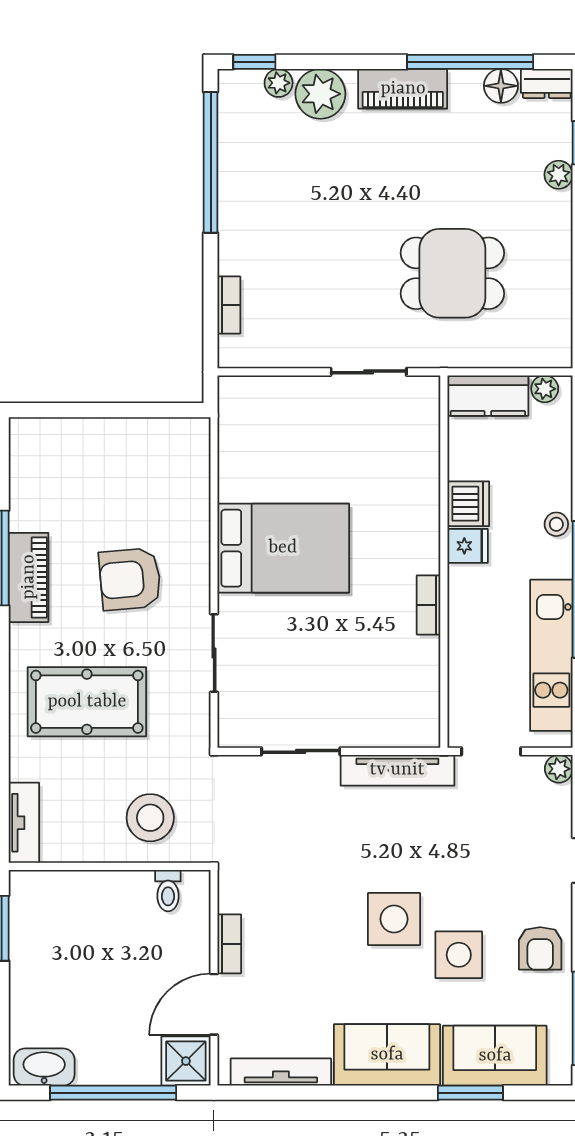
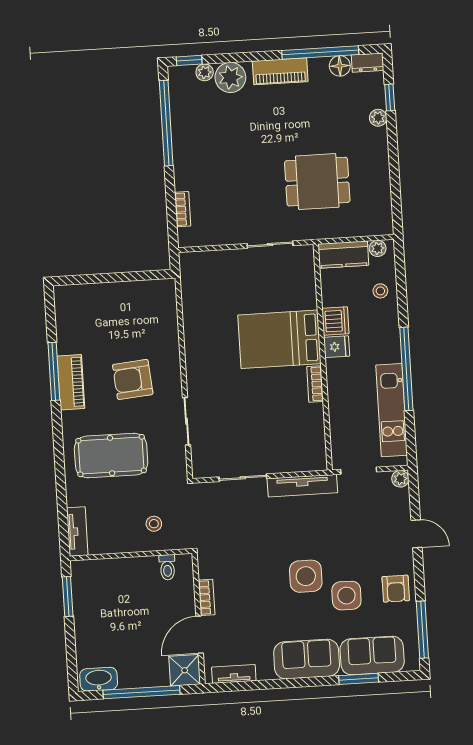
stool: (556, 524) -> (380, 291), moved
bed: (283, 548) -> (279, 339), moved, turned 180
stool: (150, 818) -> (154, 524), width x0.53, depth x0.53
tv unit: (281, 1072) -> (234, 674), width x0.71

